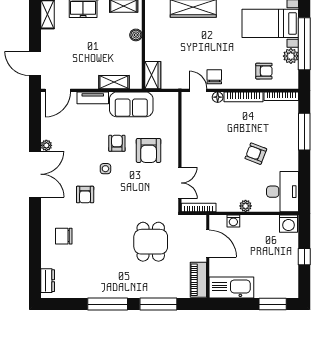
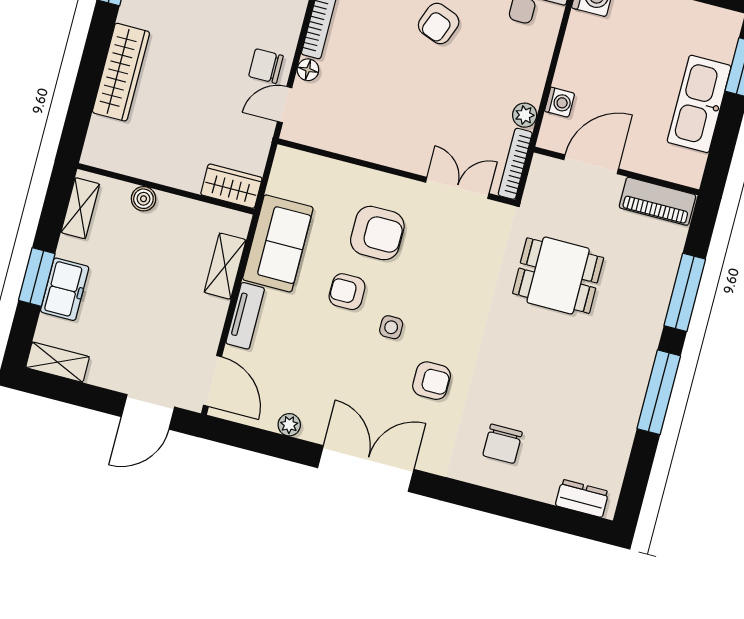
plant: (46, 145) -> (289, 425), moved
plant: (246, 206) -> (525, 115), moved
kitchen sink: (231, 288) -> (699, 104), moved

